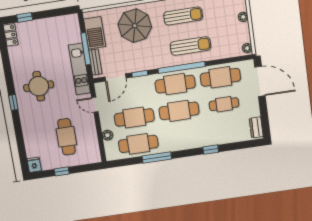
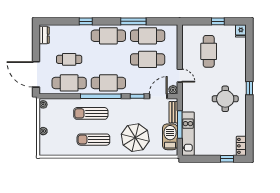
kitchen unit: (79, 69) -> (188, 134), moved
cafe table: (179, 111) -> (108, 36), moved
plant: (107, 135) -> (173, 90), moved

